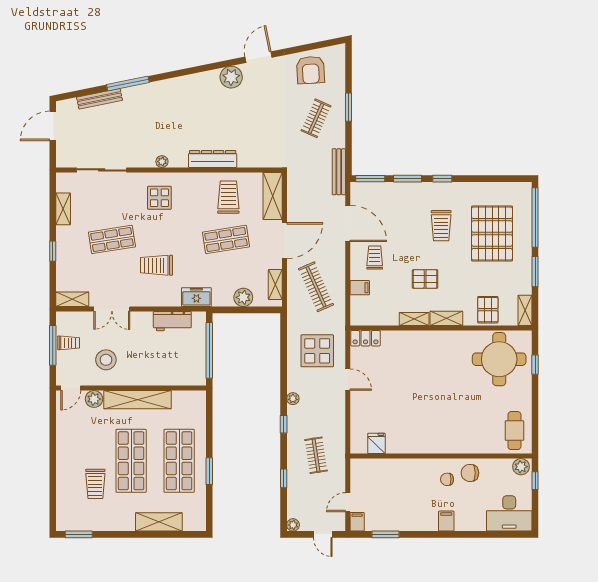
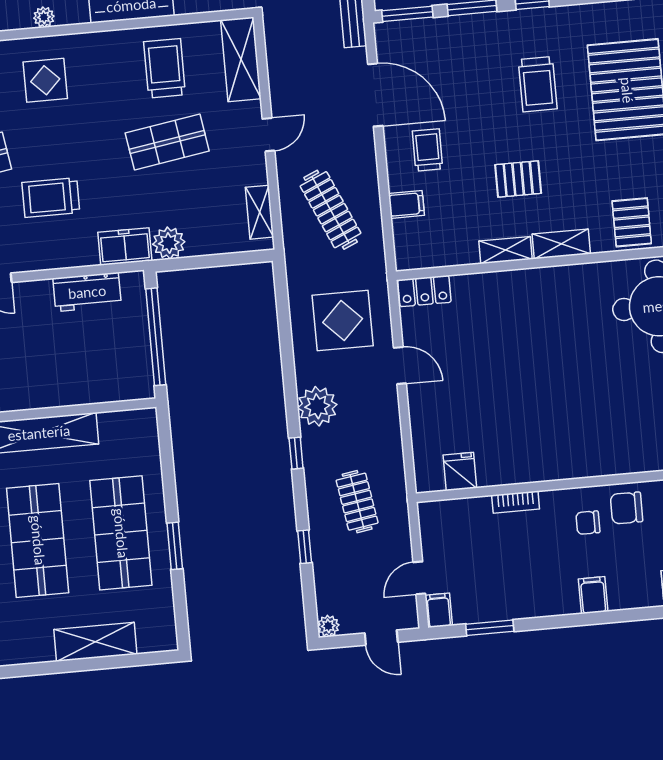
door: (284, 241) -> (268, 135), width x0.53
plant: (243, 297) -> (169, 243), moved
plant: (293, 399) -> (317, 406), width x1.88, depth x1.88
bookcase: (407, 464) -> (516, 502), added

